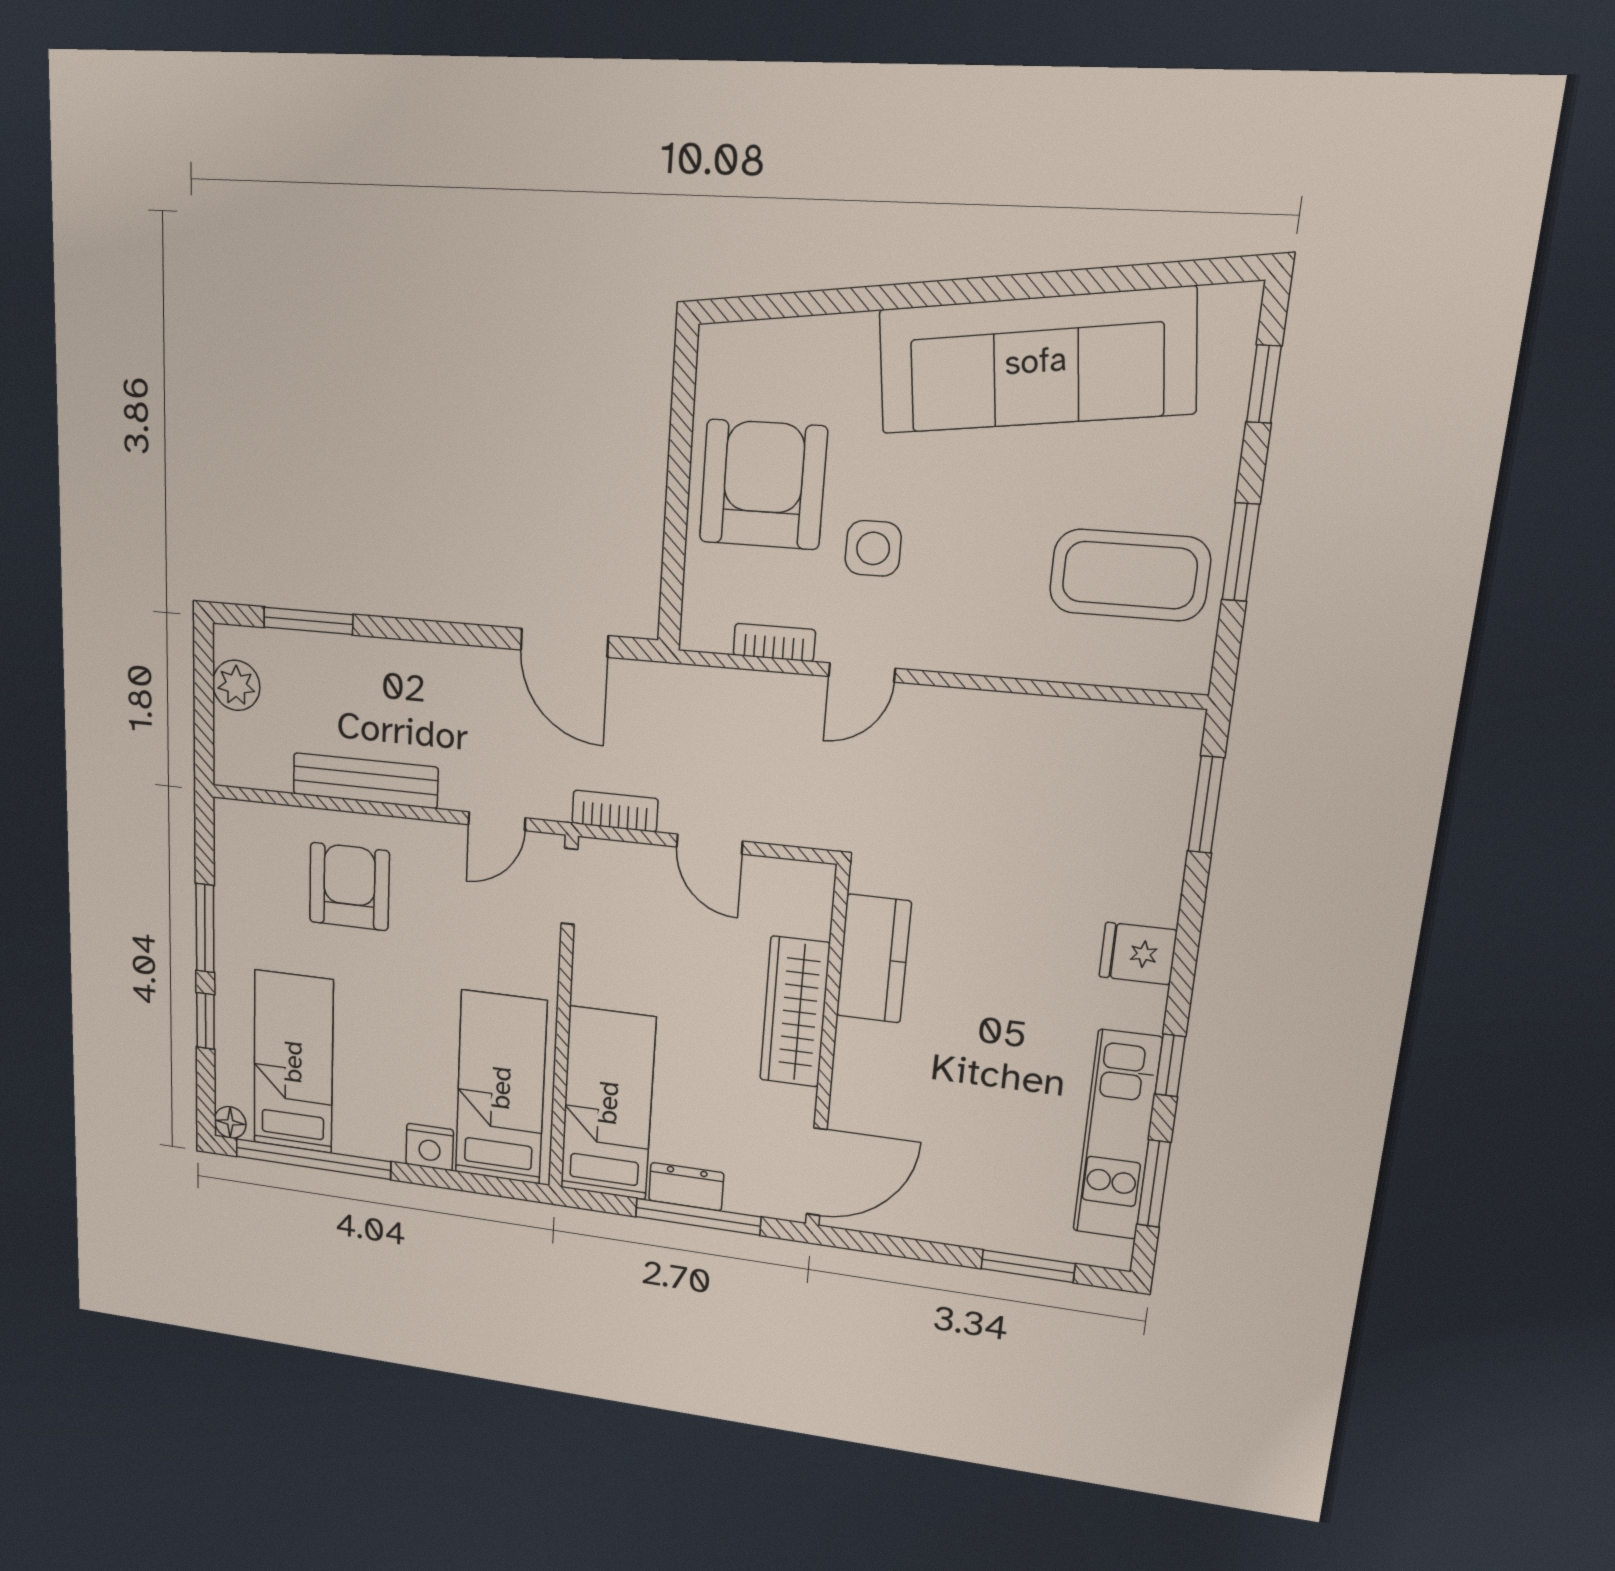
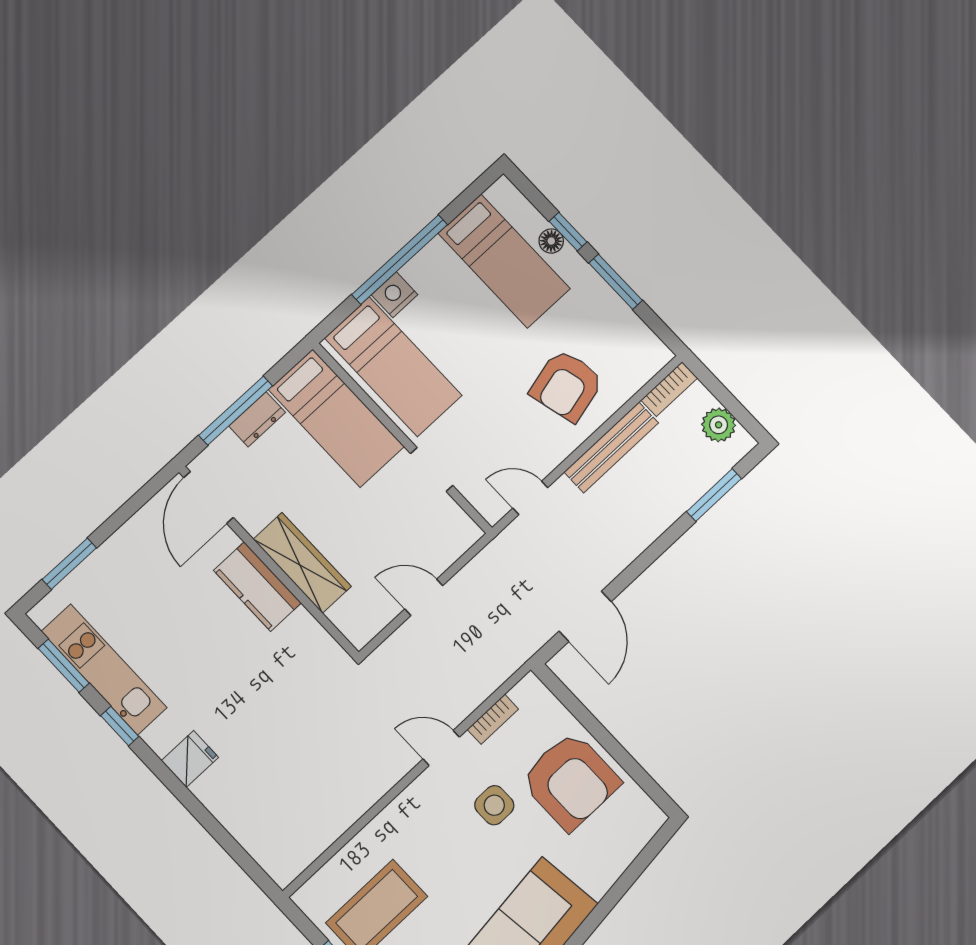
door: (564, 643) -> (585, 616), swing flipped
door: (862, 672) -> (441, 748), hinge flipped
window: (1206, 805) -> (237, 852), removed
bookcase: (615, 811) -> (669, 389), moved
door: (497, 821) -> (530, 498), hinge flipped
doorway: (569, 886) -> (432, 469), moved
armchair: (349, 887) -> (567, 385), turned 76
kitchen counter: (874, 959) -> (257, 587), moved
floor lamp: (230, 1122) -> (551, 241), moved
window: (313, 1159) -> (400, 260), moved

